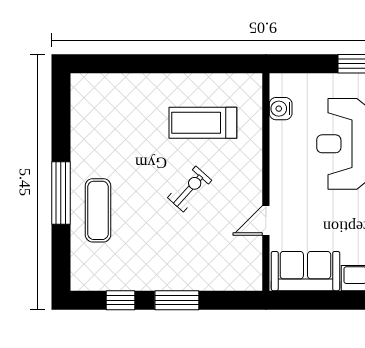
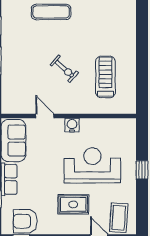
water cooler: (281, 109) -> (72, 125), moved

